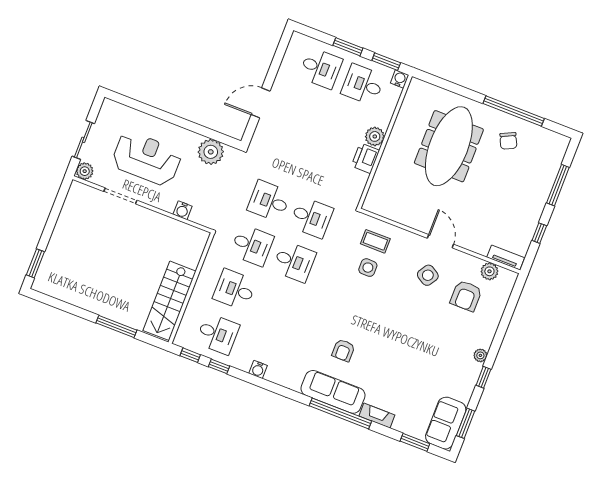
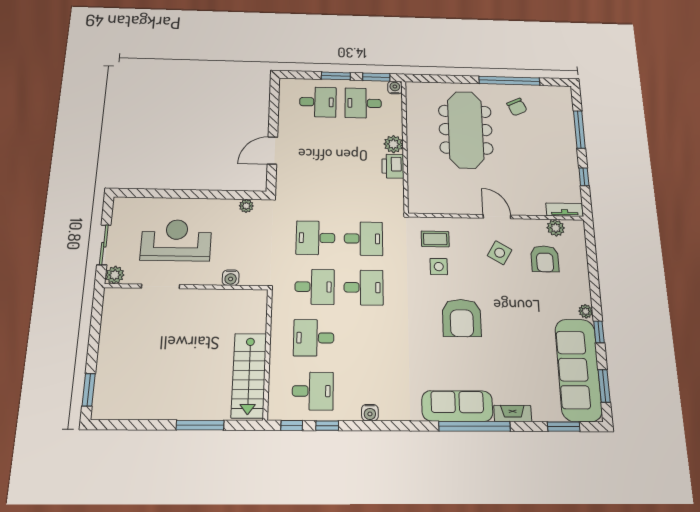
plant: (211, 152) -> (246, 206), width x0.53, depth x0.53
armchair: (343, 350) -> (462, 318), moved, width x1.88, depth x1.88
sofa: (446, 423) -> (578, 370), width x1.85, depth x1.27

